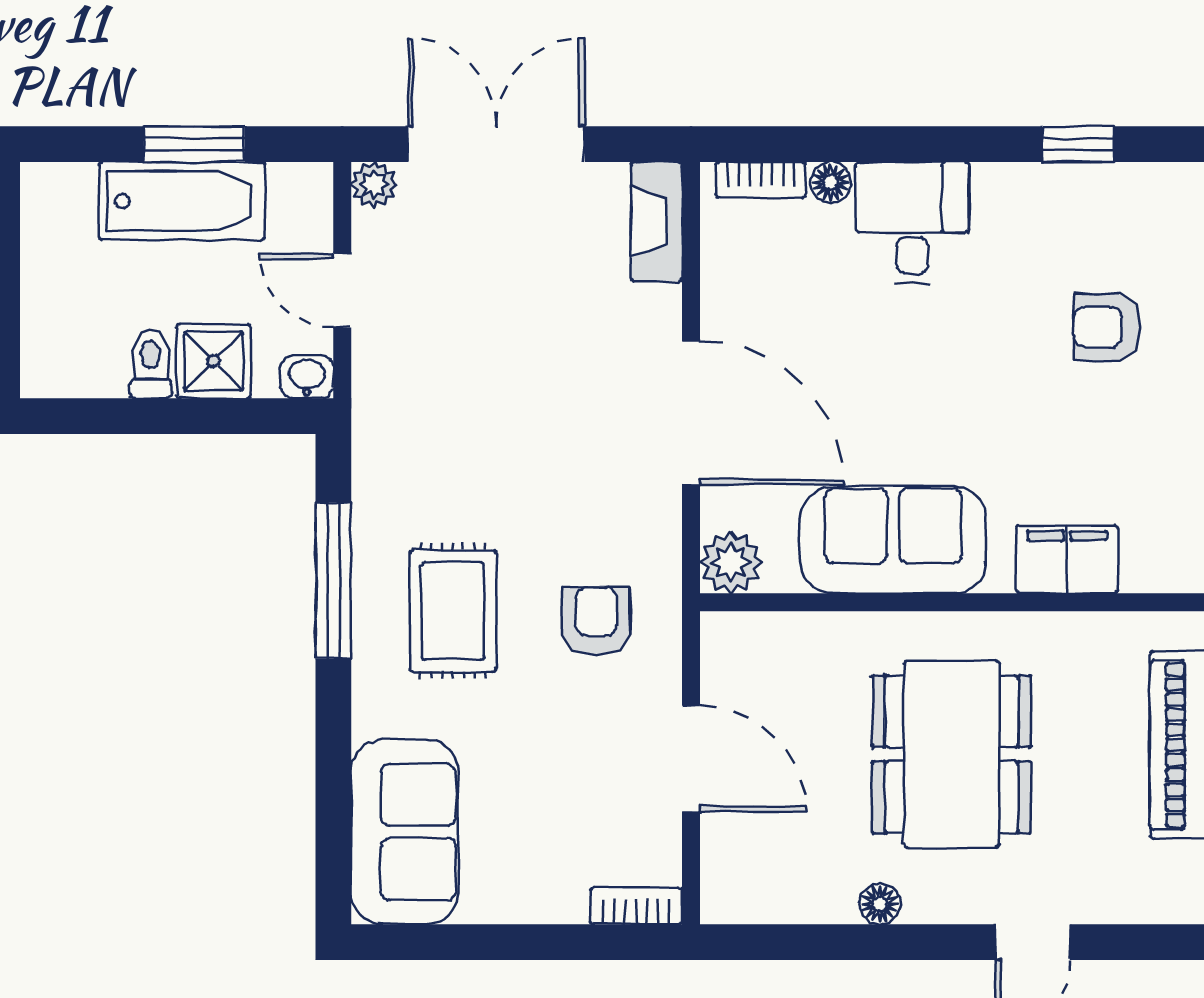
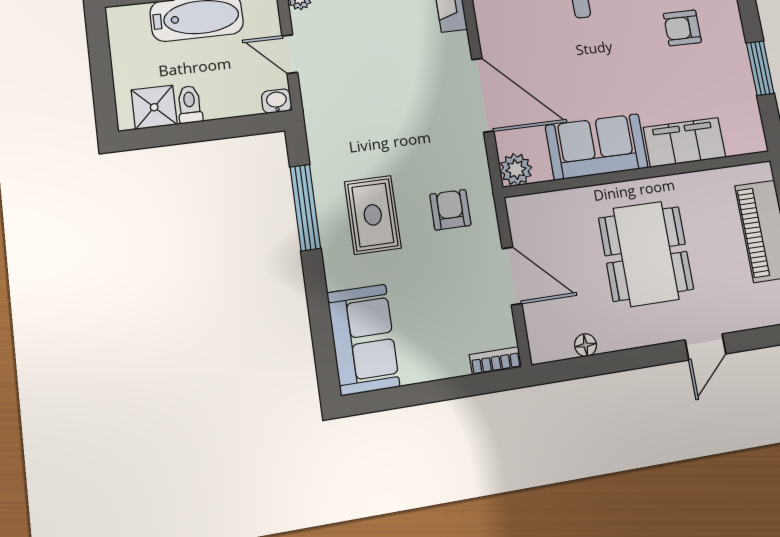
shower: (214, 361) -> (154, 107), moved
filing cabinet: (1067, 559) -> (685, 142), width x1.50, depth x1.17
floor lamp: (880, 904) -> (586, 345), moved

